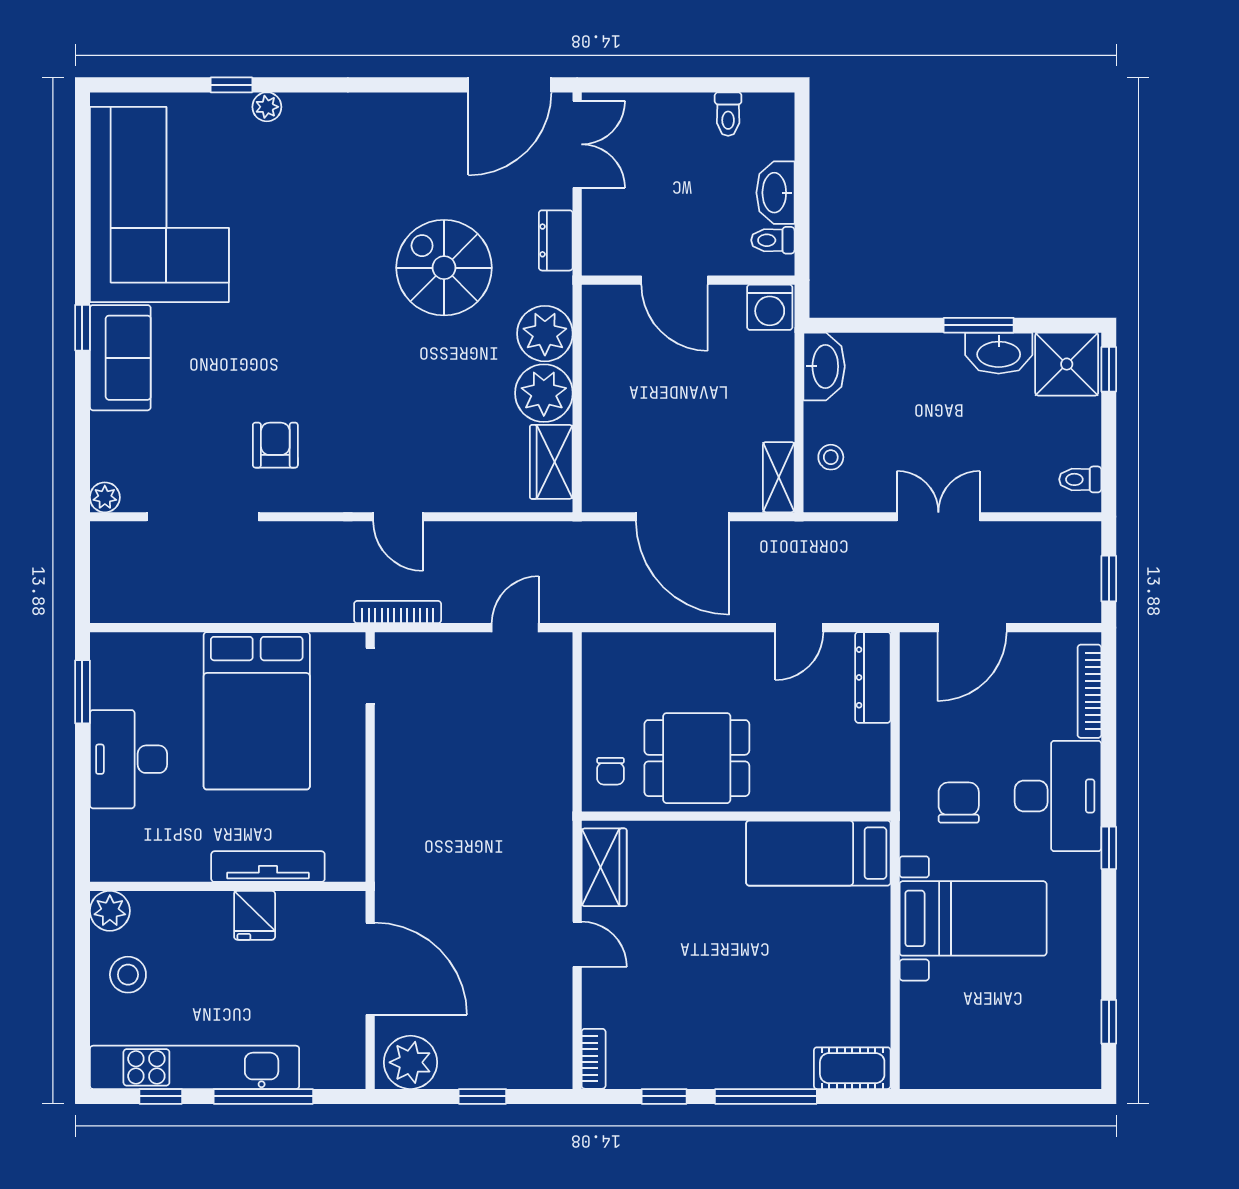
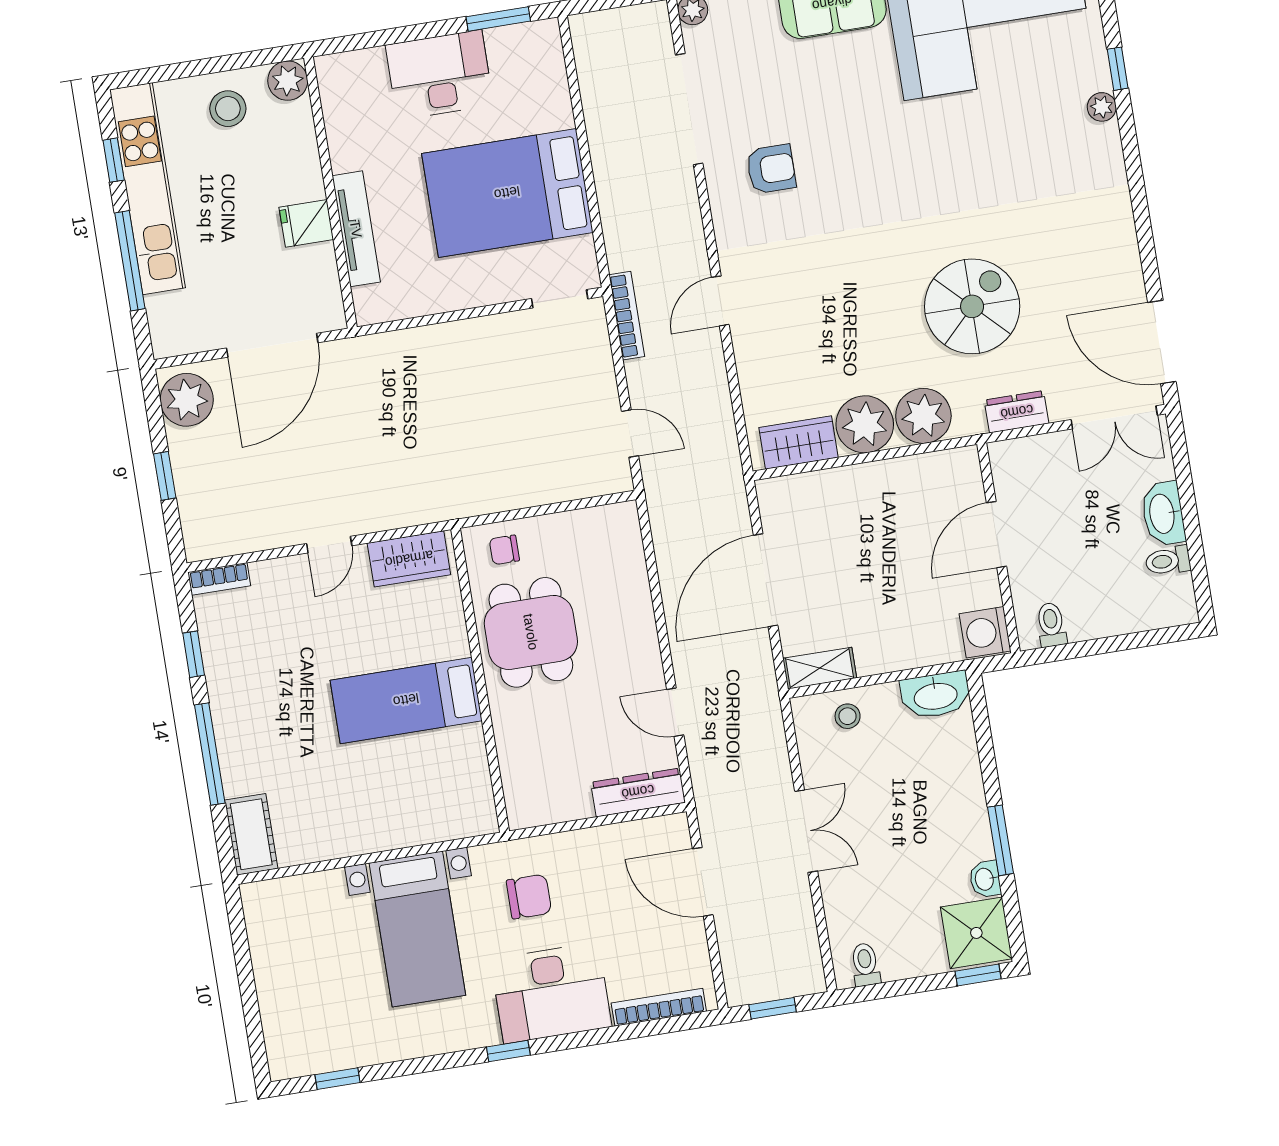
washbasin: (775, 193) -> (1163, 514), moved, turned -90
washbasin: (999, 353) -> (985, 879), width x0.52, depth x0.69
bed: (818, 853) -> (406, 700), moved, turned -90

